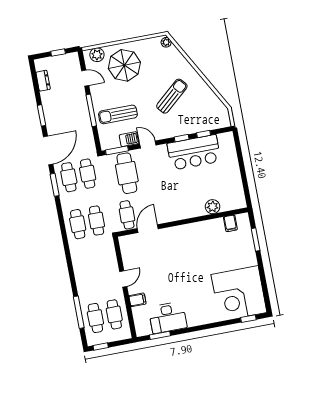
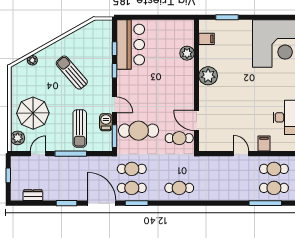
plant: (166, 42) -> (32, 60), moved
door: (148, 144) -> (114, 105), swing flipped
bar counter: (194, 152) -> (131, 45), moved
cafe table: (97, 221) -> (179, 169), removed
plant: (194, 232) -> (208, 76), added

